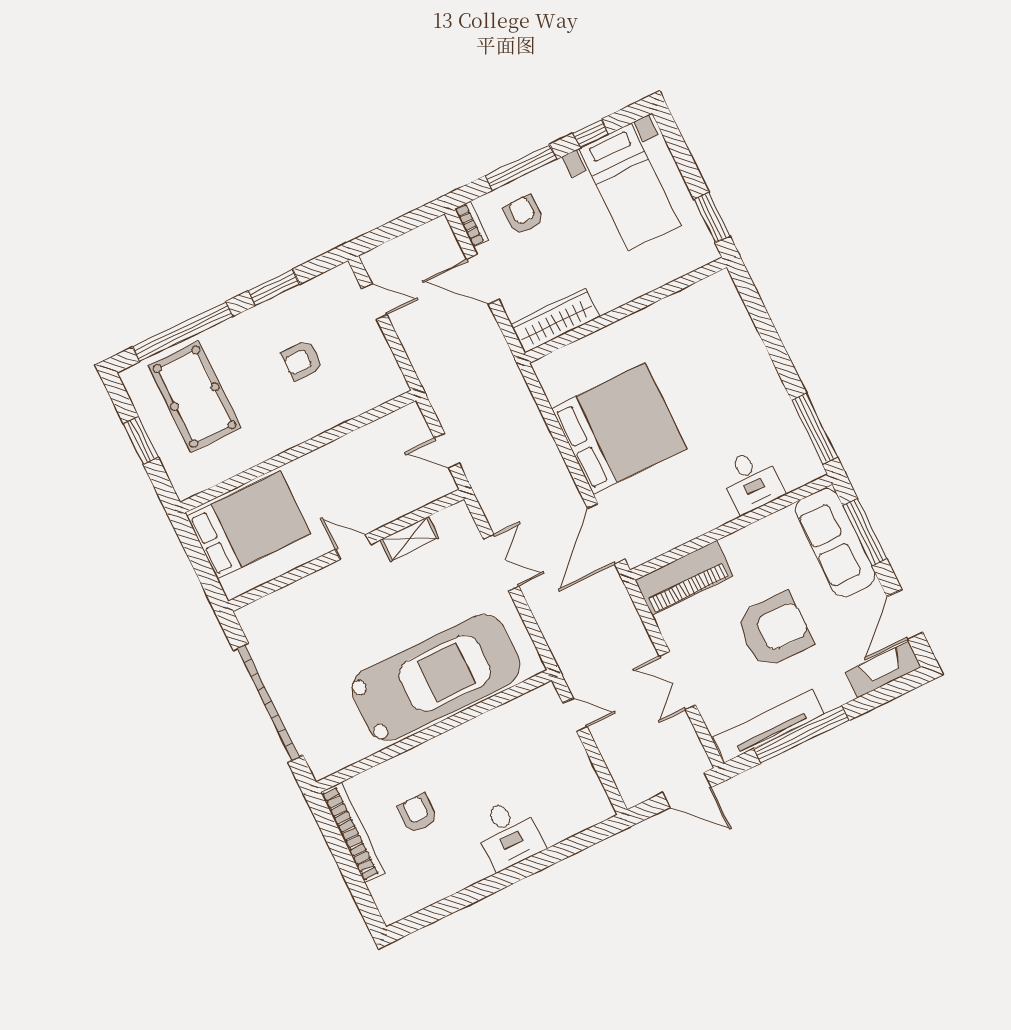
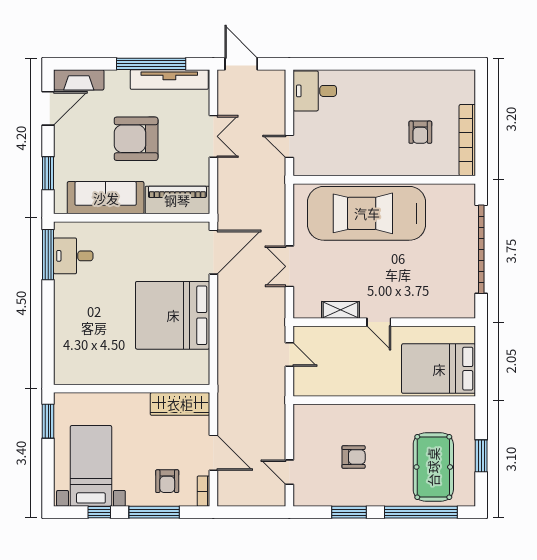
desk: (751, 481) -> (73, 256), moved, turned -90
window: (865, 532) -> (48, 173), width x0.69
sofa: (835, 542) -> (106, 198), moved, turned -90
desk: (509, 834) -> (315, 91), moved, turned -90

